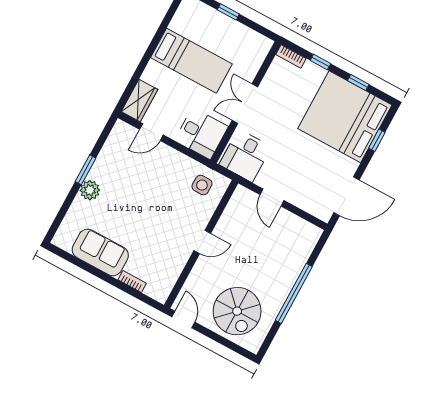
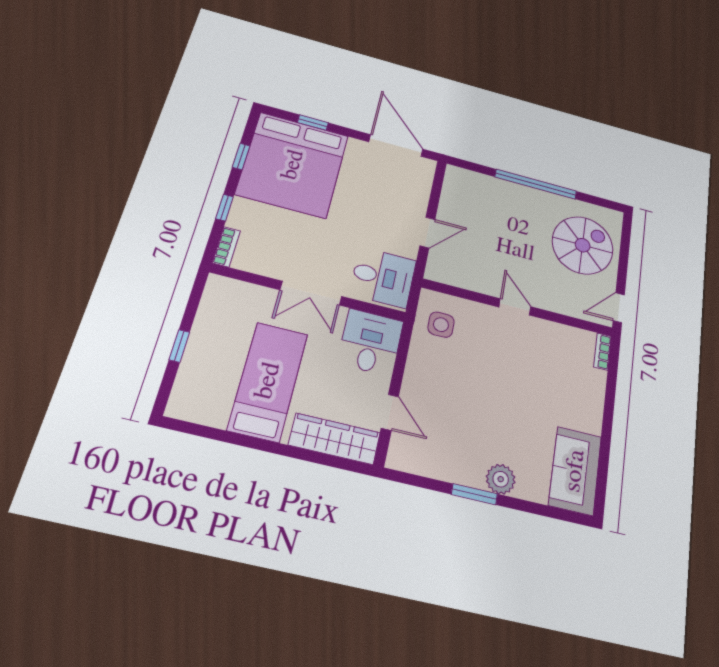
wardrobe: (139, 100) -> (335, 439), width x1.50
sofa: (100, 252) -> (575, 471), moved
bookcase: (132, 282) -> (602, 352), moved

